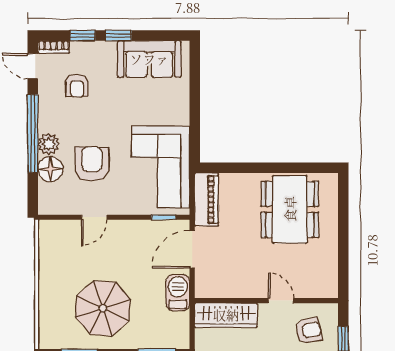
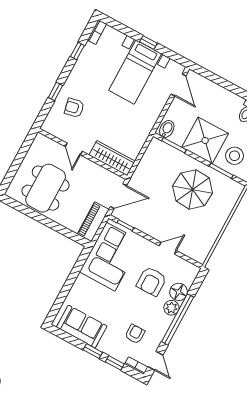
barbecue: (178, 293) -> (142, 174), removed
wall: (266, 301) -> (83, 154), moved
door: (281, 301) -> (74, 149), moved
wardrobe: (226, 315) -> (112, 158), moved

